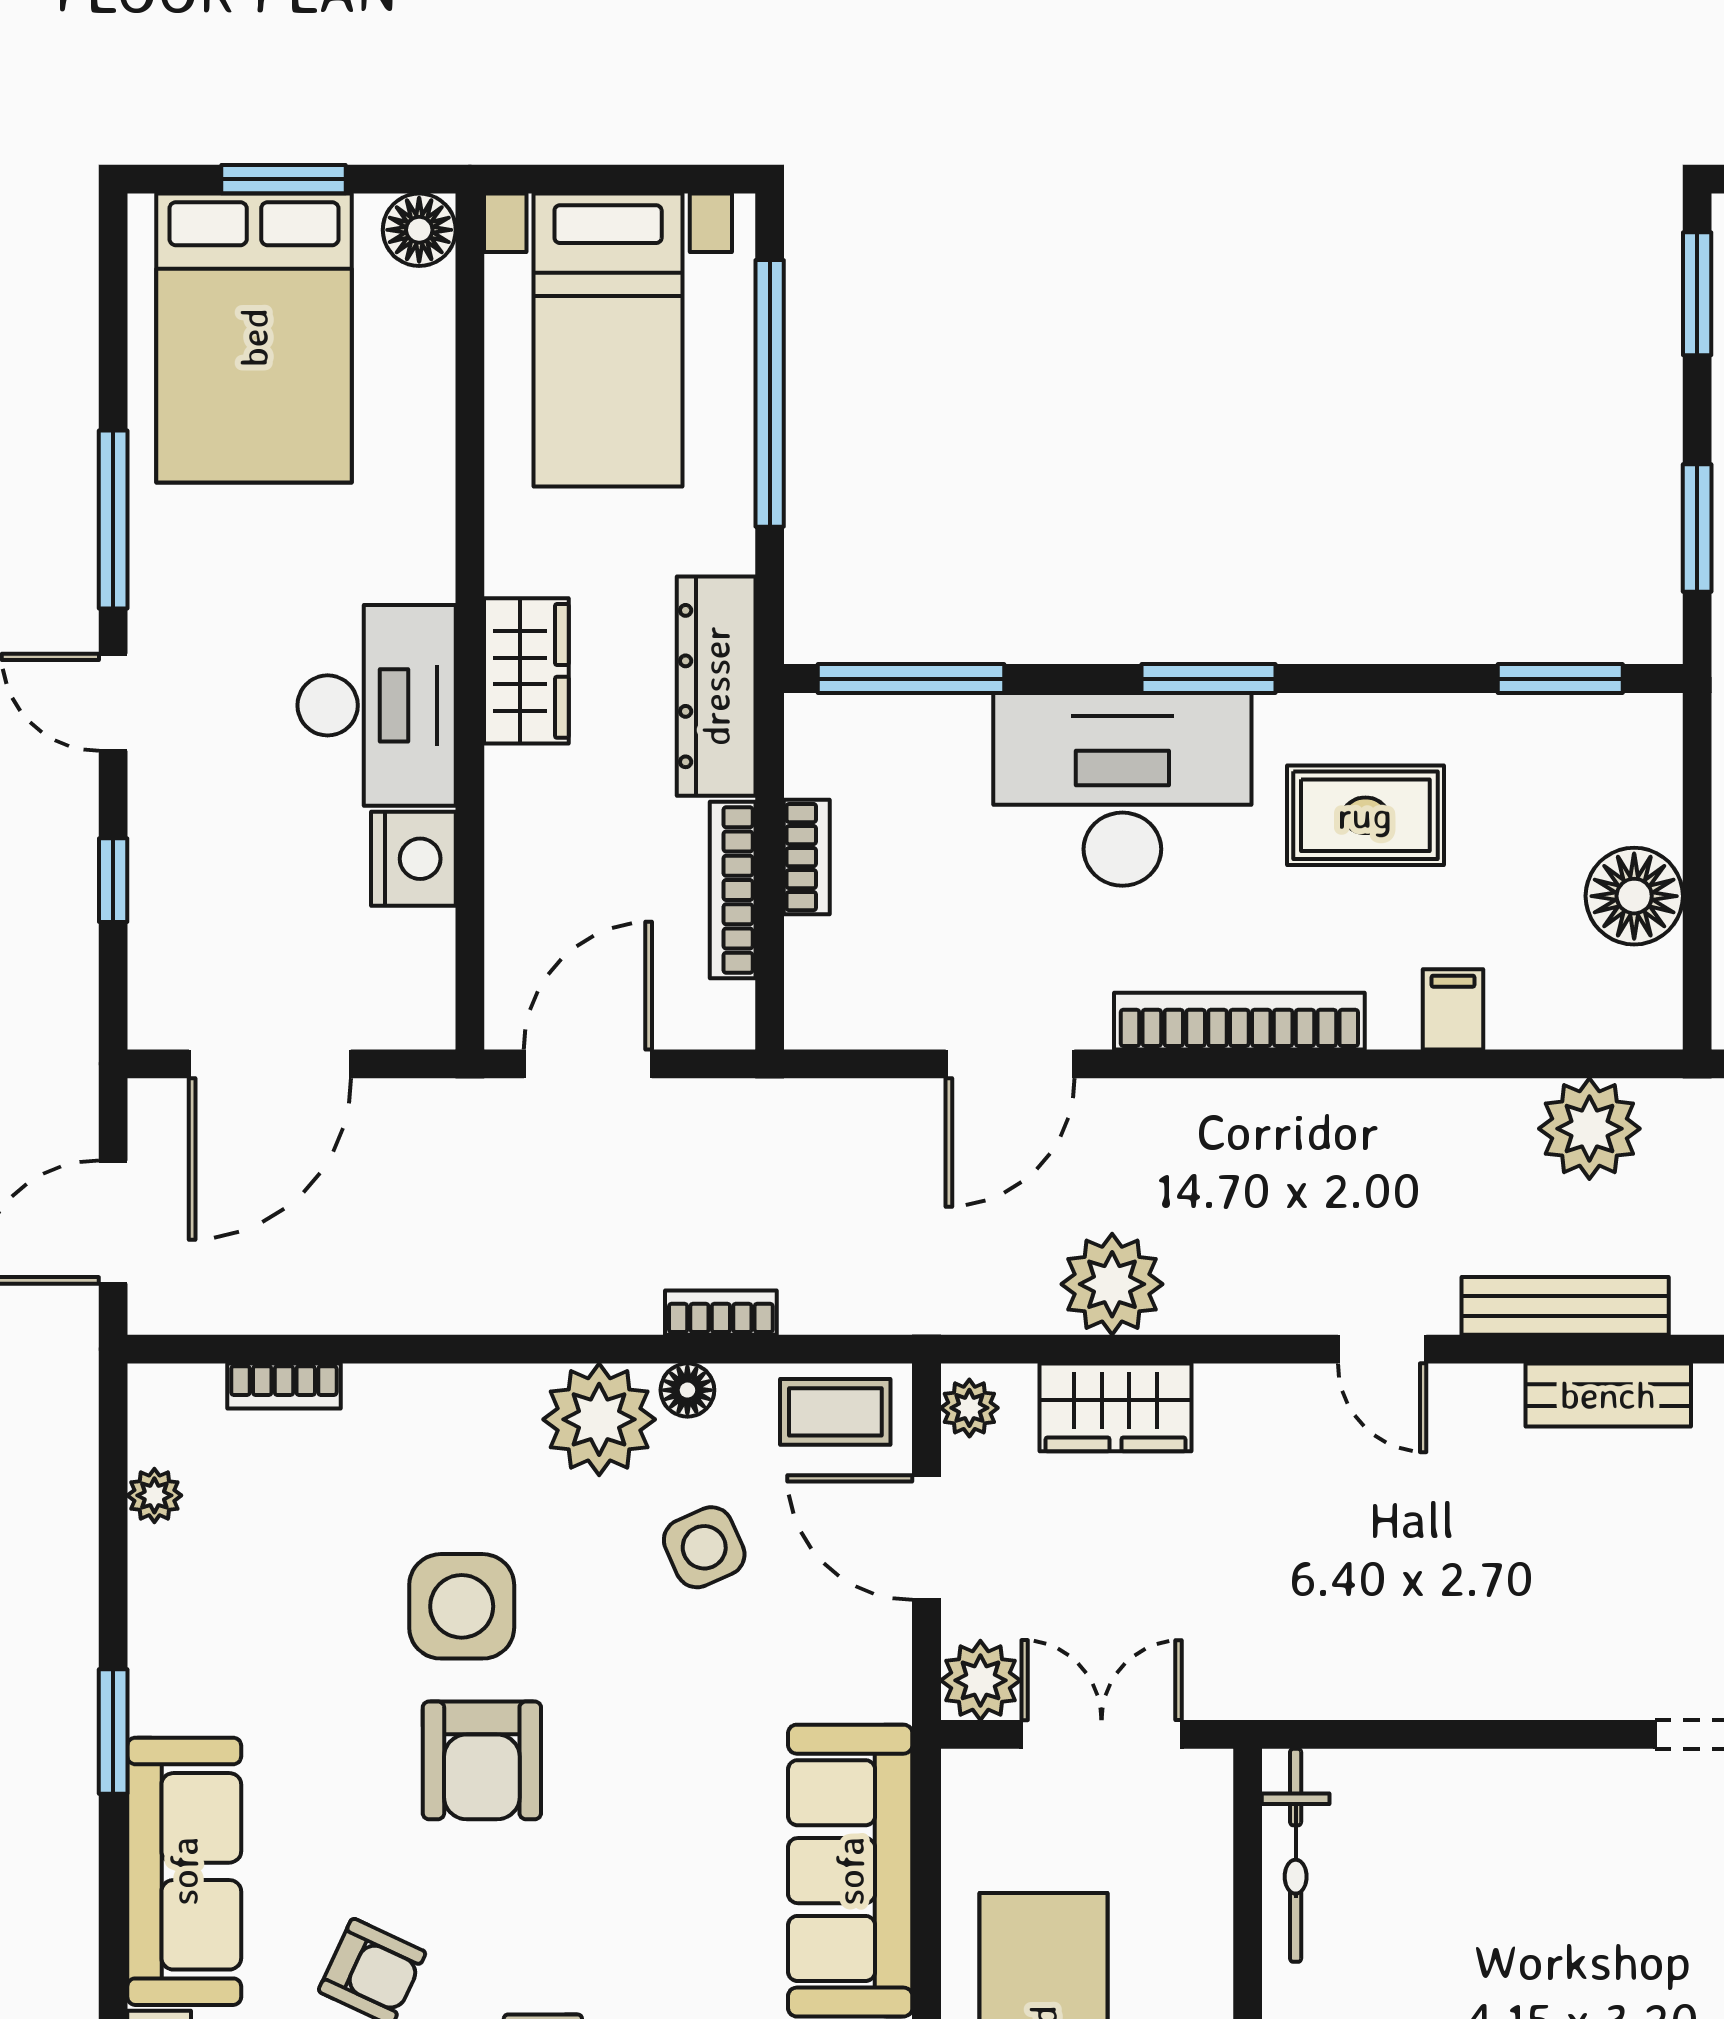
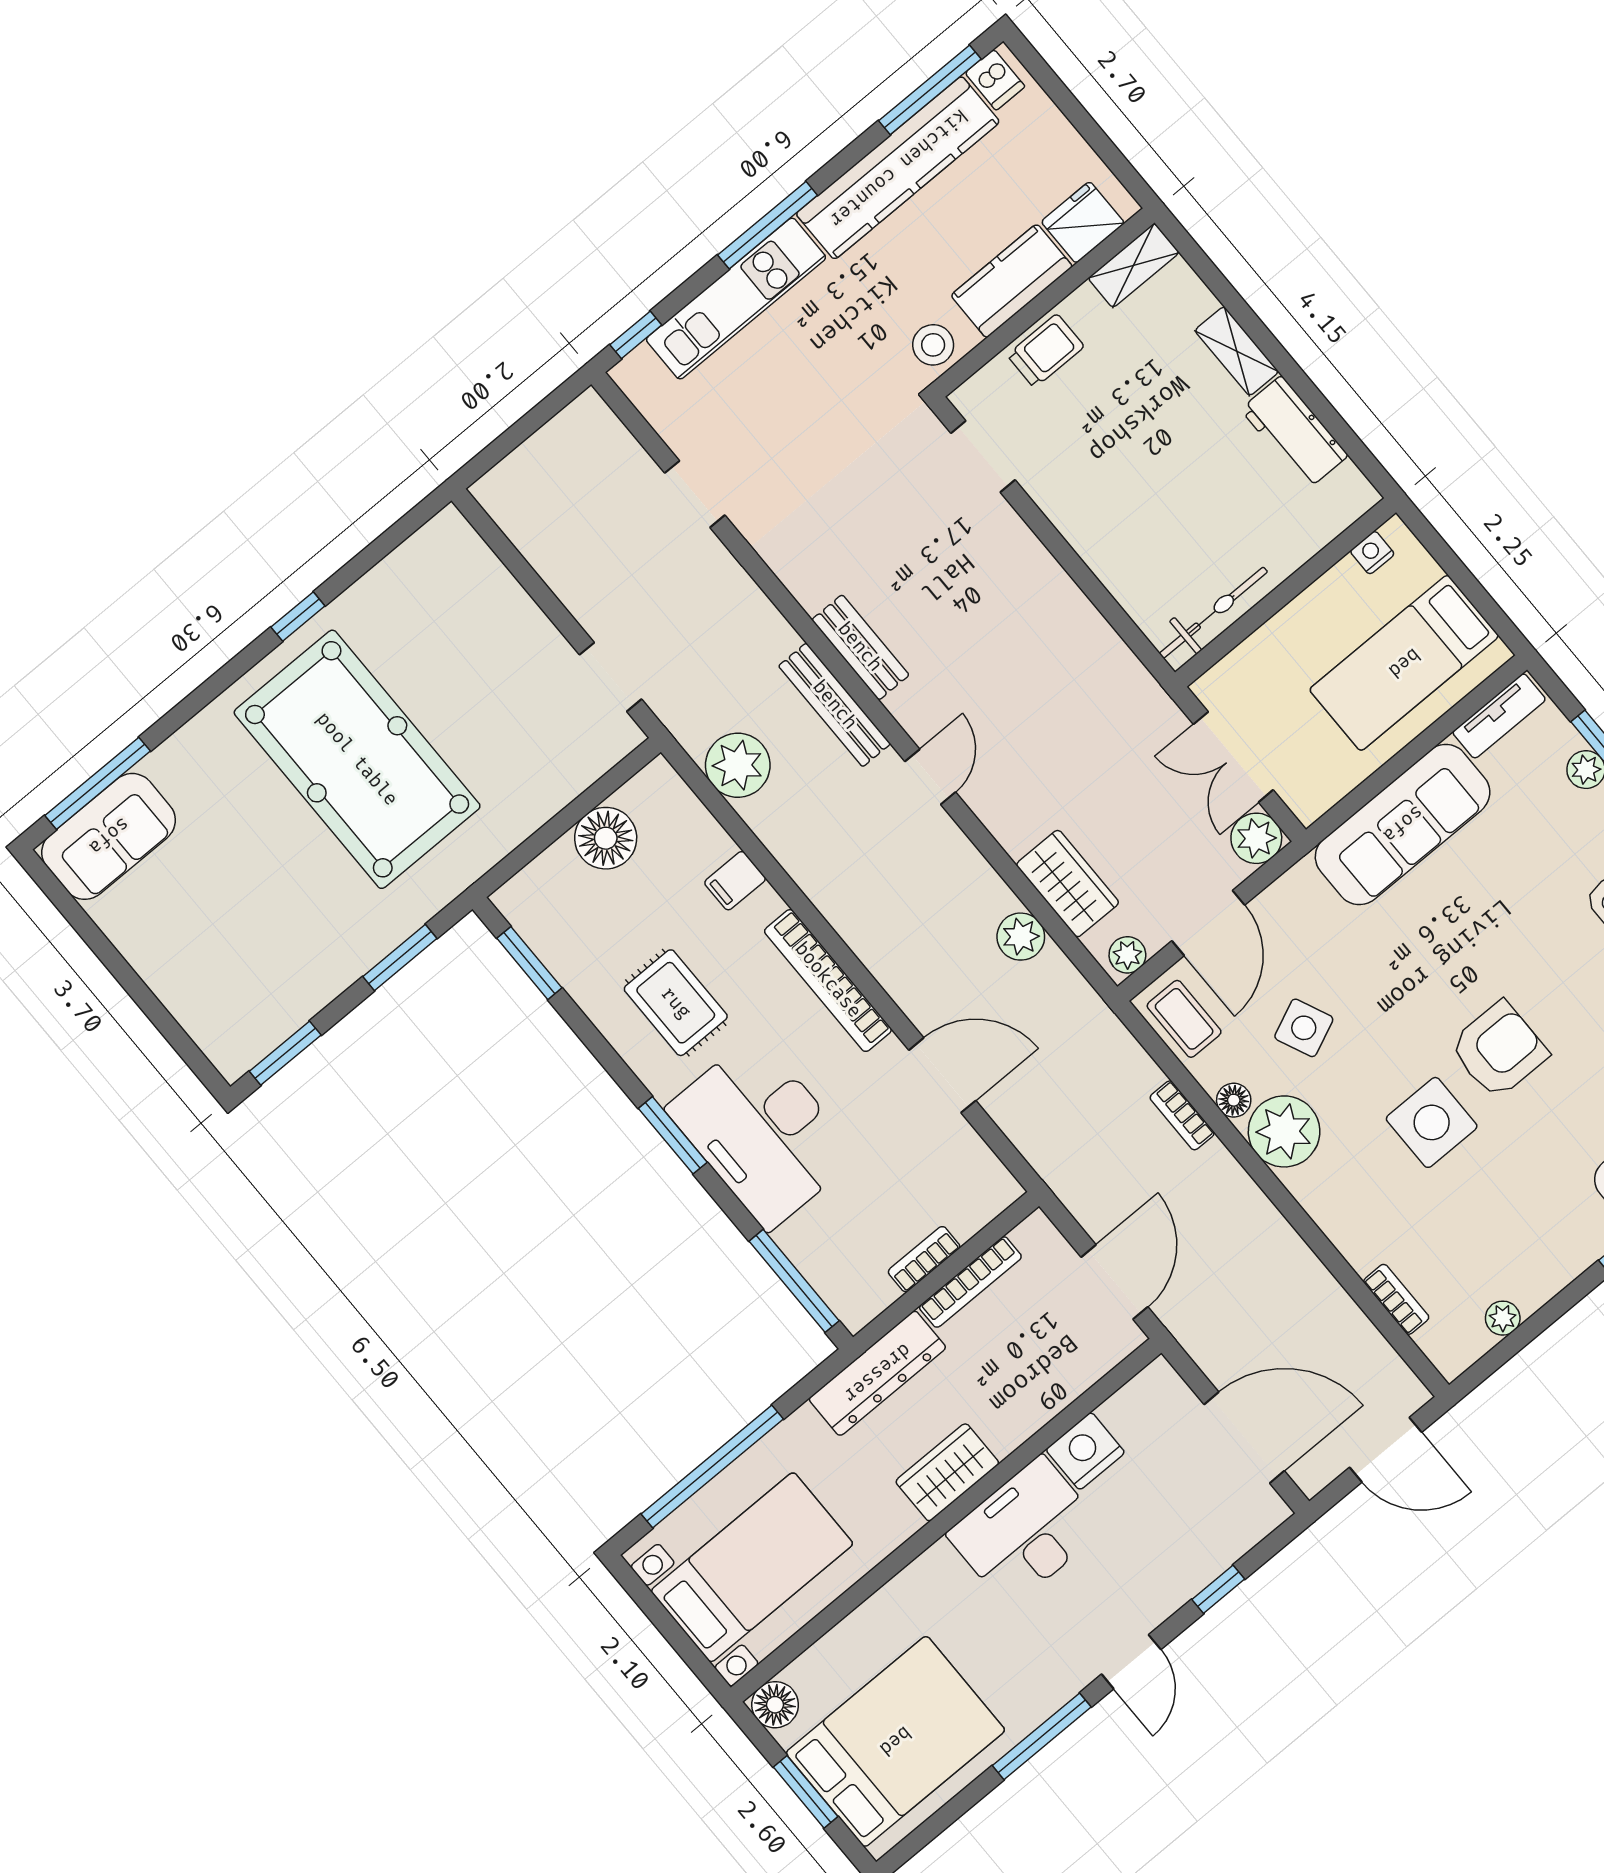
door: (588, 1064) -> (1115, 1282), swing flipped
plant: (1112, 1284) -> (1021, 937), width x0.73, depth x0.73

